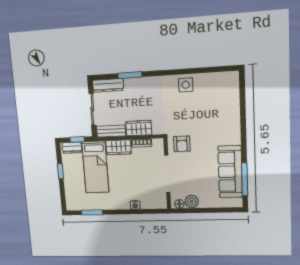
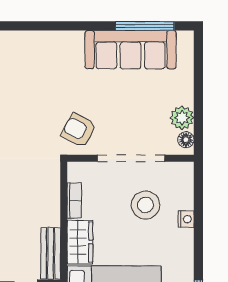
wardrobe: (139, 128) -> (48, 204), removed
armchair: (182, 144) -> (79, 130), turned -152
stool: (142, 183) -> (145, 205), added

